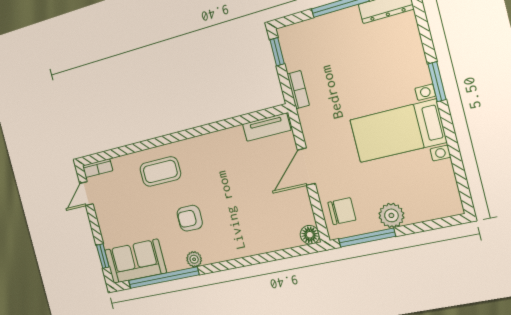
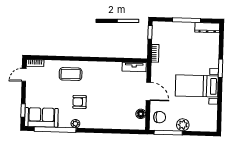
door: (306, 167) -> (148, 91), swing flipped
floor lamp: (310, 235) -> (141, 114), moved

